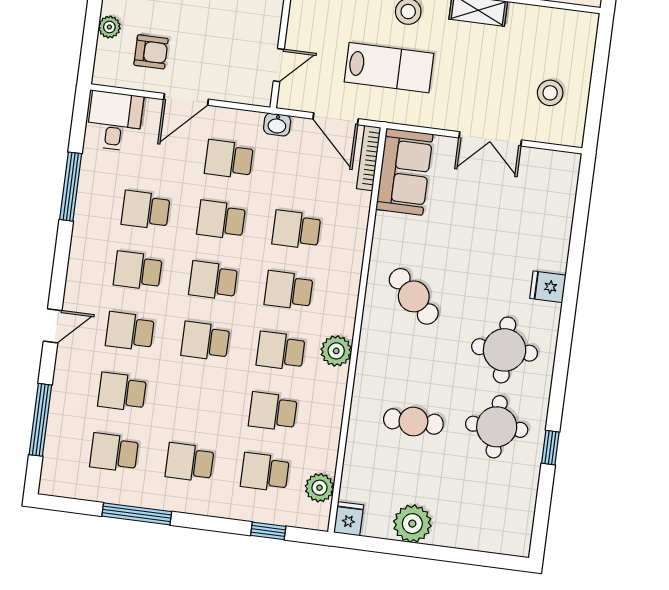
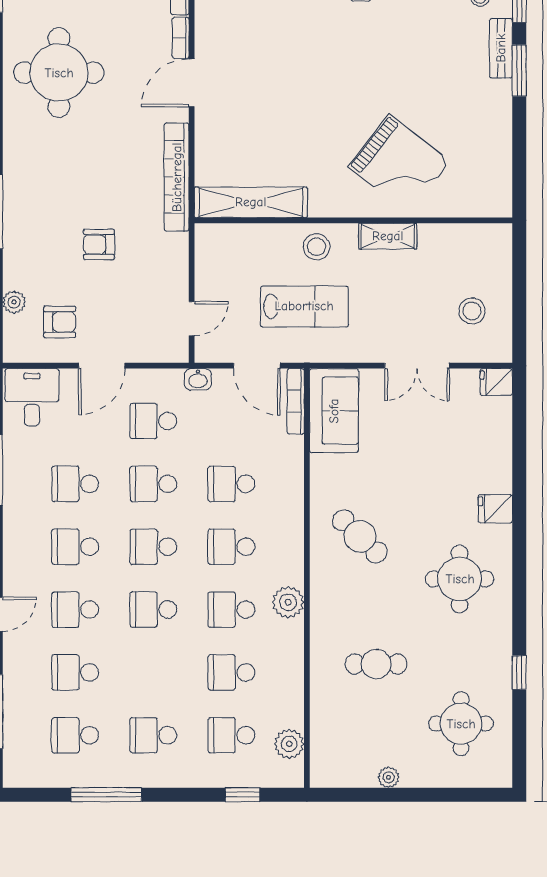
round table: (497, 427) -> (461, 724), moved
fridge: (349, 519) -> (496, 382), moved, turned -90
plant: (412, 524) -> (389, 777), width x0.53, depth x0.53

